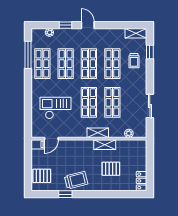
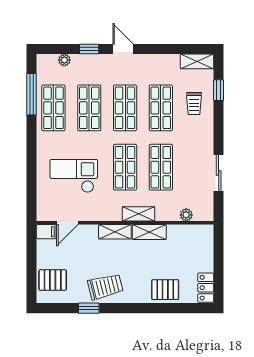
shelving: (82, 144) -> (115, 232), added
pallet: (111, 169) -> (165, 290), moved

